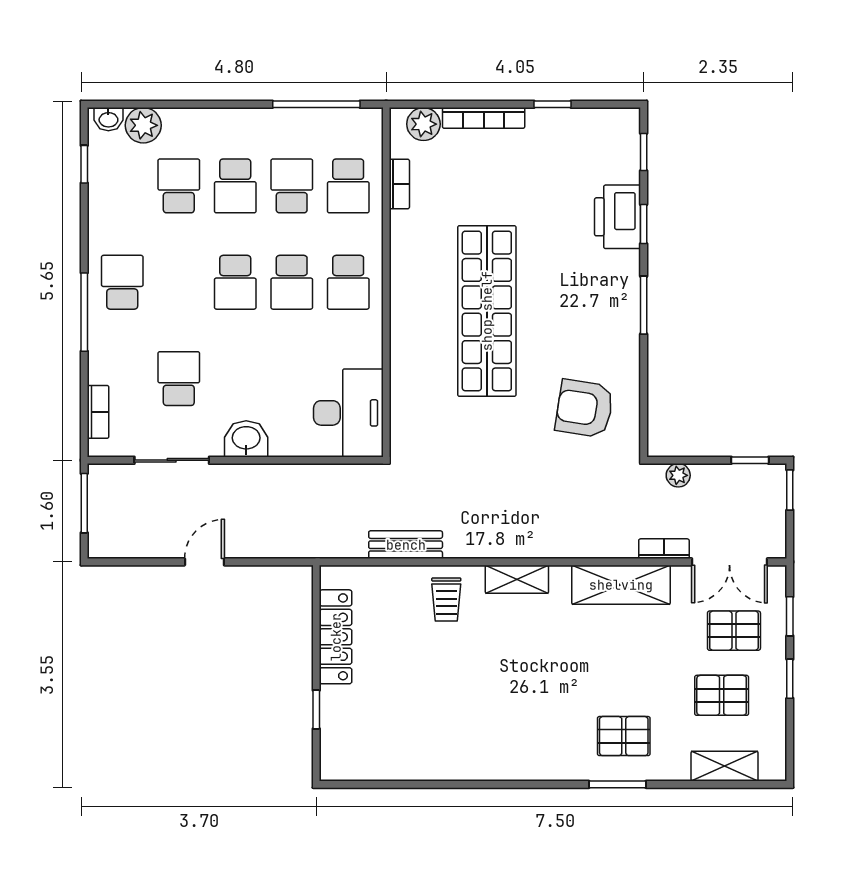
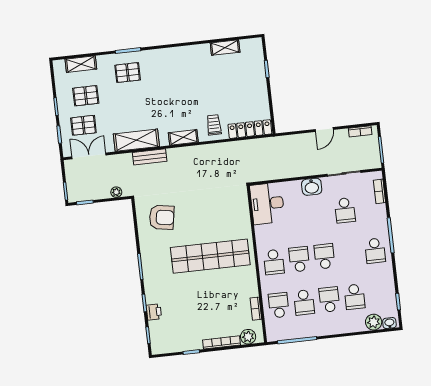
printer: (618, 217) -> (154, 312), width x0.53, depth x0.68
school desk: (348, 282) -> (274, 262), turned 180
shop shelf: (487, 311) -> (210, 256), turned 90
bench: (406, 545) -> (150, 157), moved
bookcase: (664, 549) -> (360, 131), moved
locker: (336, 637) -> (250, 129), moved, turned 90
shelving: (403, 767) -> (225, 48), added

